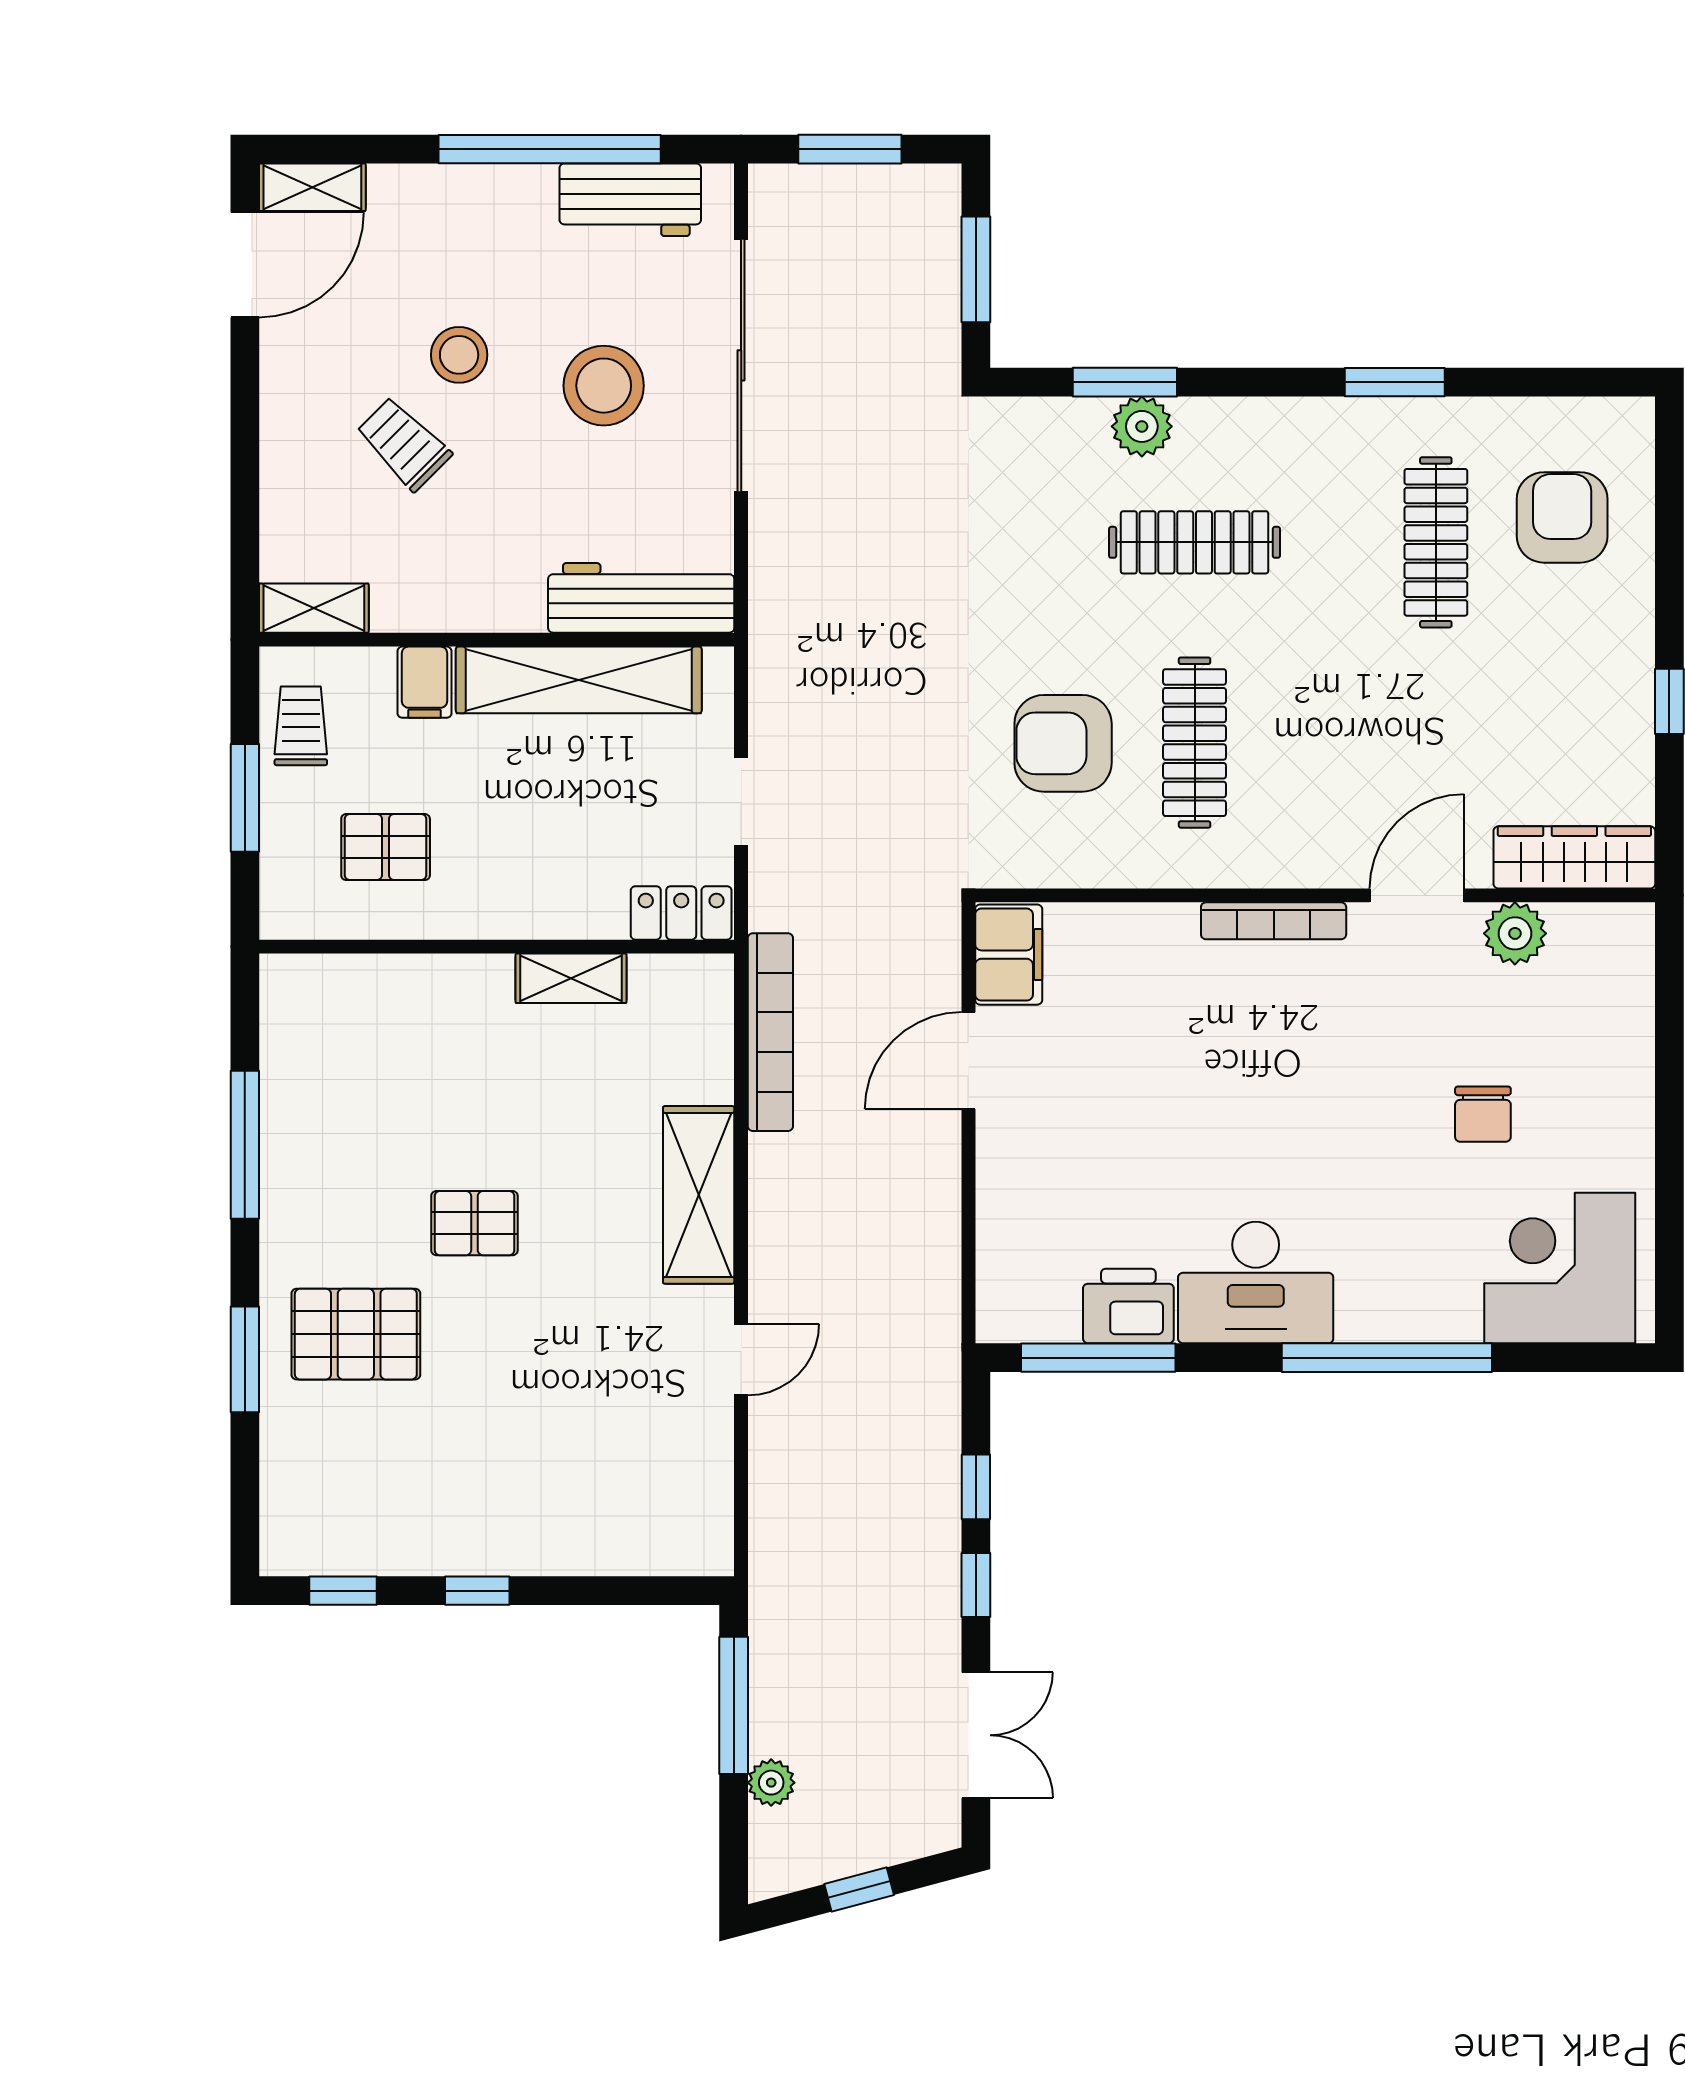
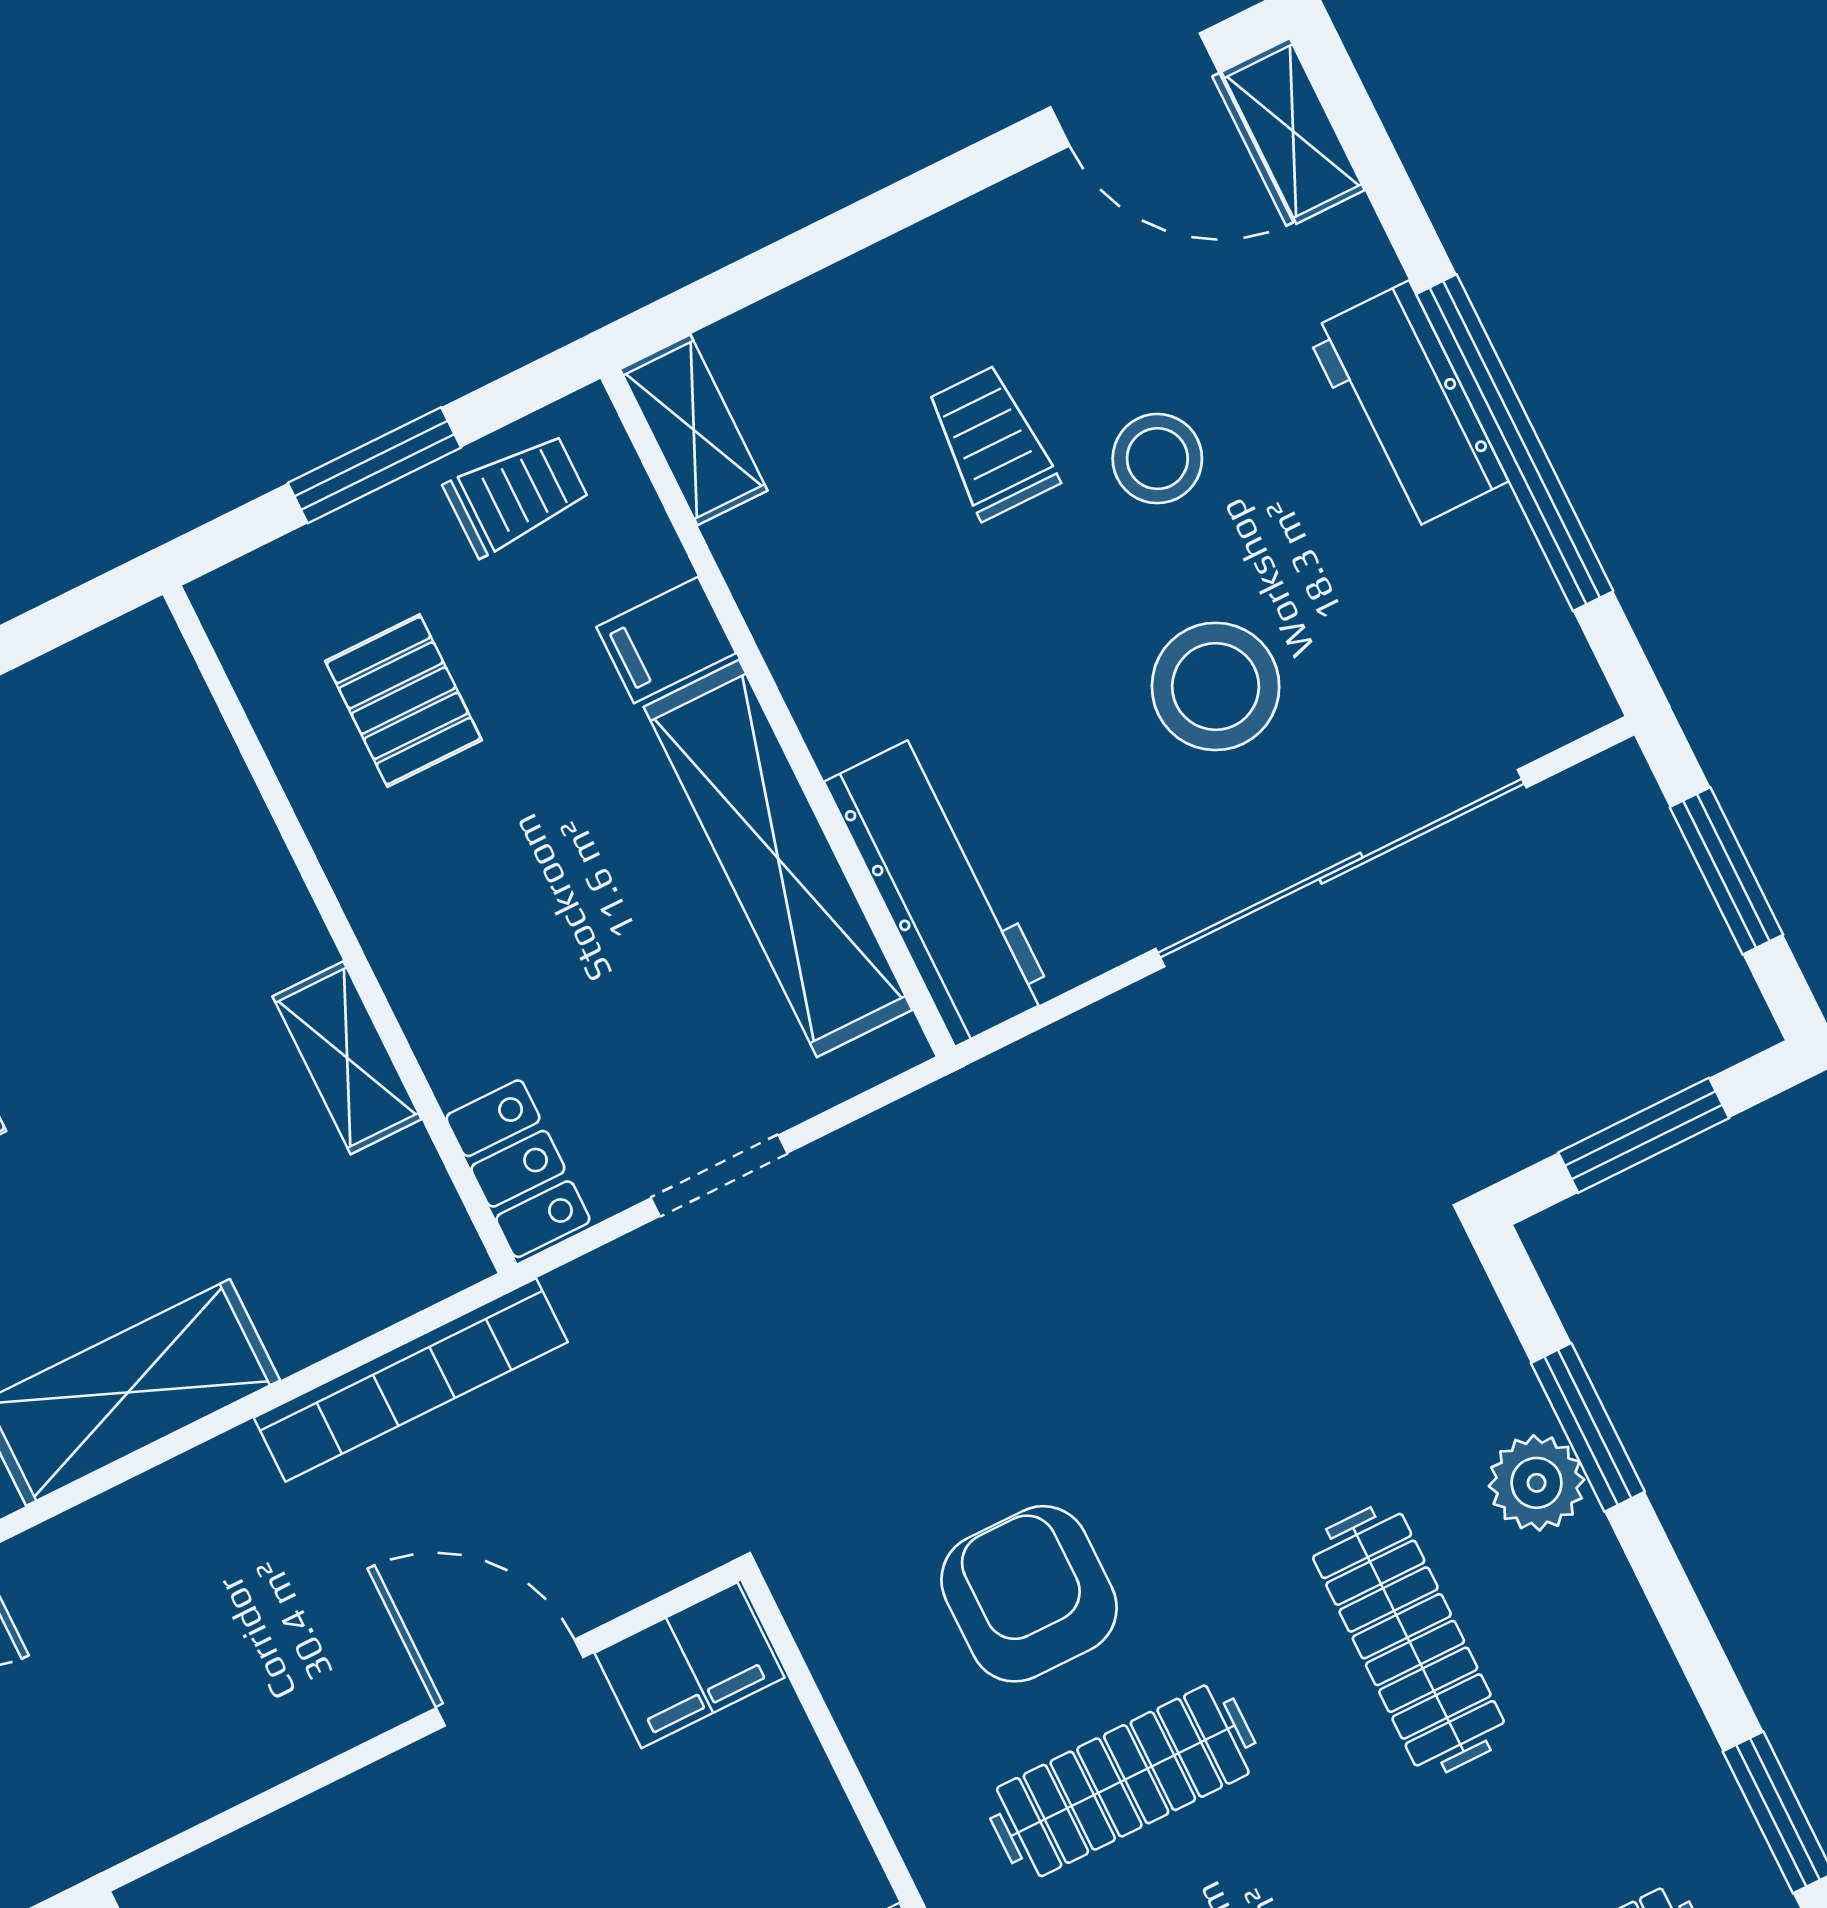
workbench: (630, 200) -> (1407, 406), moved
trolley: (404, 444) -> (992, 442), turned -45

